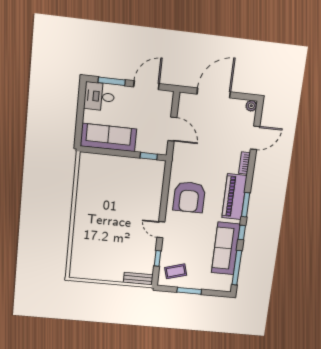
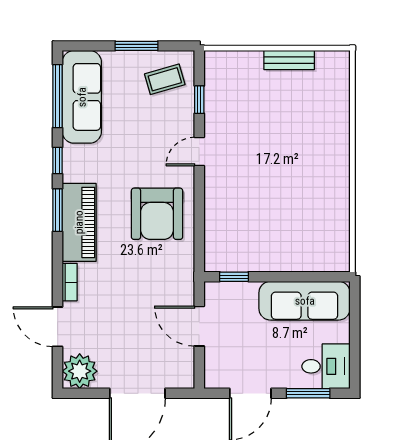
plant: (251, 106) -> (80, 371), width x1.88, depth x1.88
door: (255, 138) -> (58, 327), hinge flipped
armchair: (189, 197) -> (157, 214), turned 180
door: (161, 230) -> (199, 152), swing flipped
sofa: (226, 248) -> (82, 97), moved
bench: (138, 279) -> (289, 60), moved

